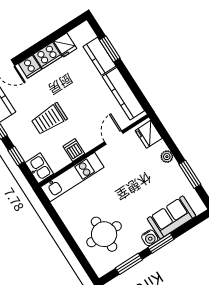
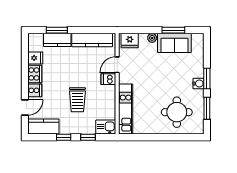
door: (114, 138) -> (117, 65), hinge flipped
dishwasher: (74, 150) -> (108, 79), moved
sofa: (172, 217) -> (174, 43), moved, turned -90

